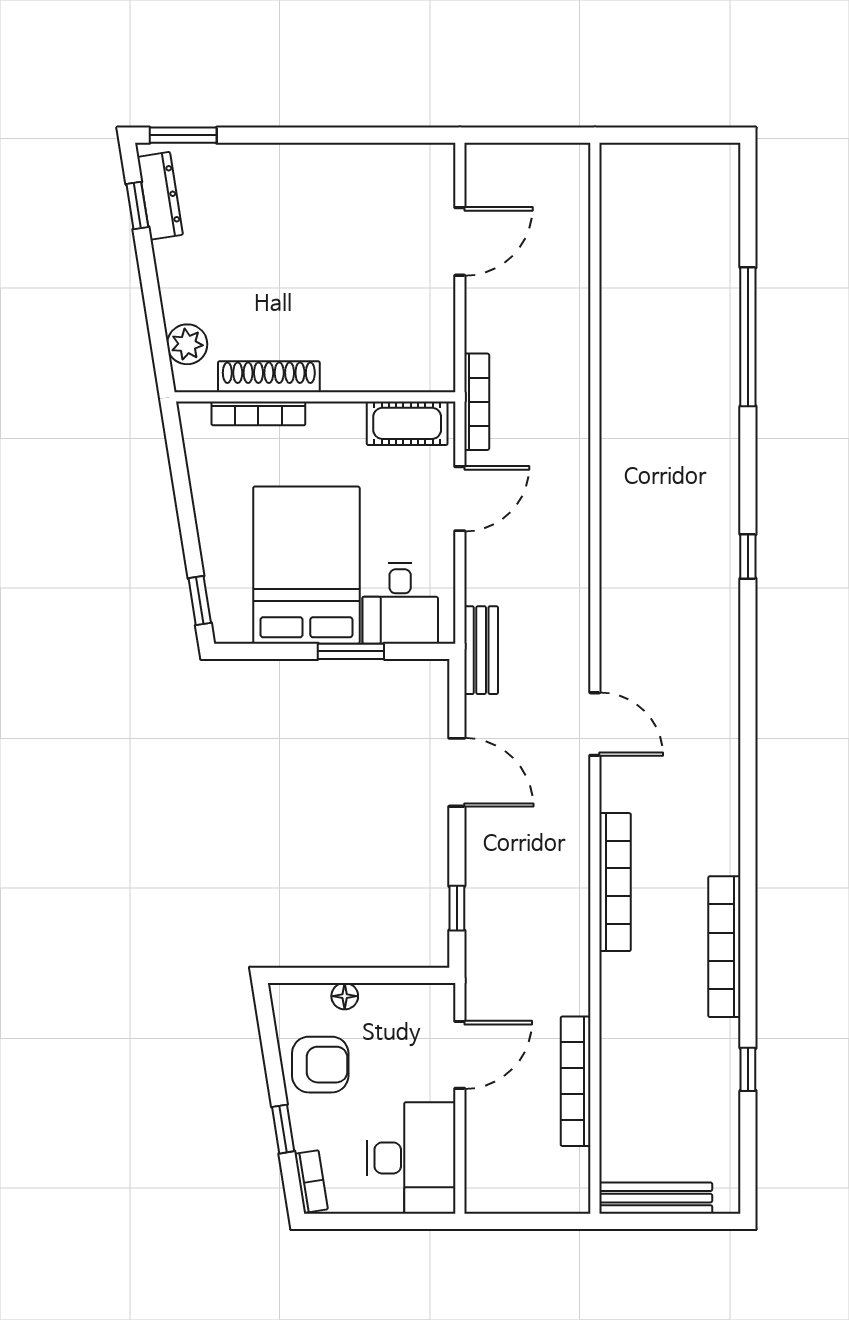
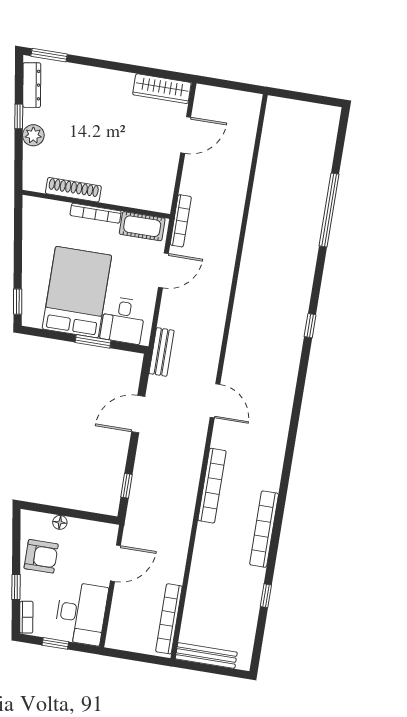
wardrobe: (402, 163) -> (162, 89), added
window: (137, 205) -> (19, 116), moved
plant: (187, 344) -> (33, 135), moved
bookcase: (258, 413) -> (96, 213), moved
door: (457, 772) -> (138, 414), swing flipped
bookcase: (576, 1081) -> (169, 619), moved
window: (373, 1221) -> (55, 643), added

